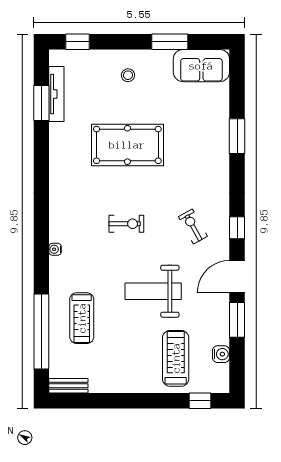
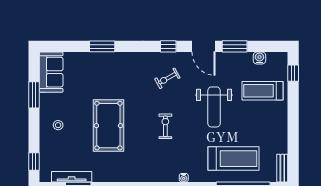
treadmill: (82, 318) -> (233, 159), width x1.37, depth x1.38

